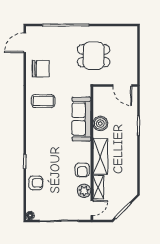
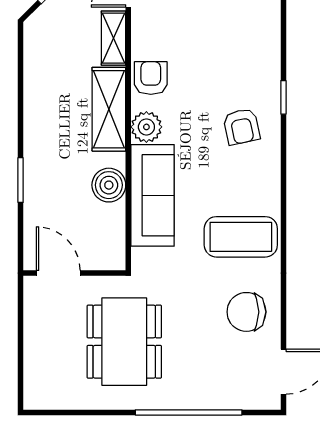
dining table: (94, 56) -> (124, 342), width x1.38
coffee table: (43, 101) -> (241, 237), width x1.36, depth x1.32
armchair: (36, 183) -> (241, 127), moved, turned -102
plant: (84, 191) -> (146, 127), moved

